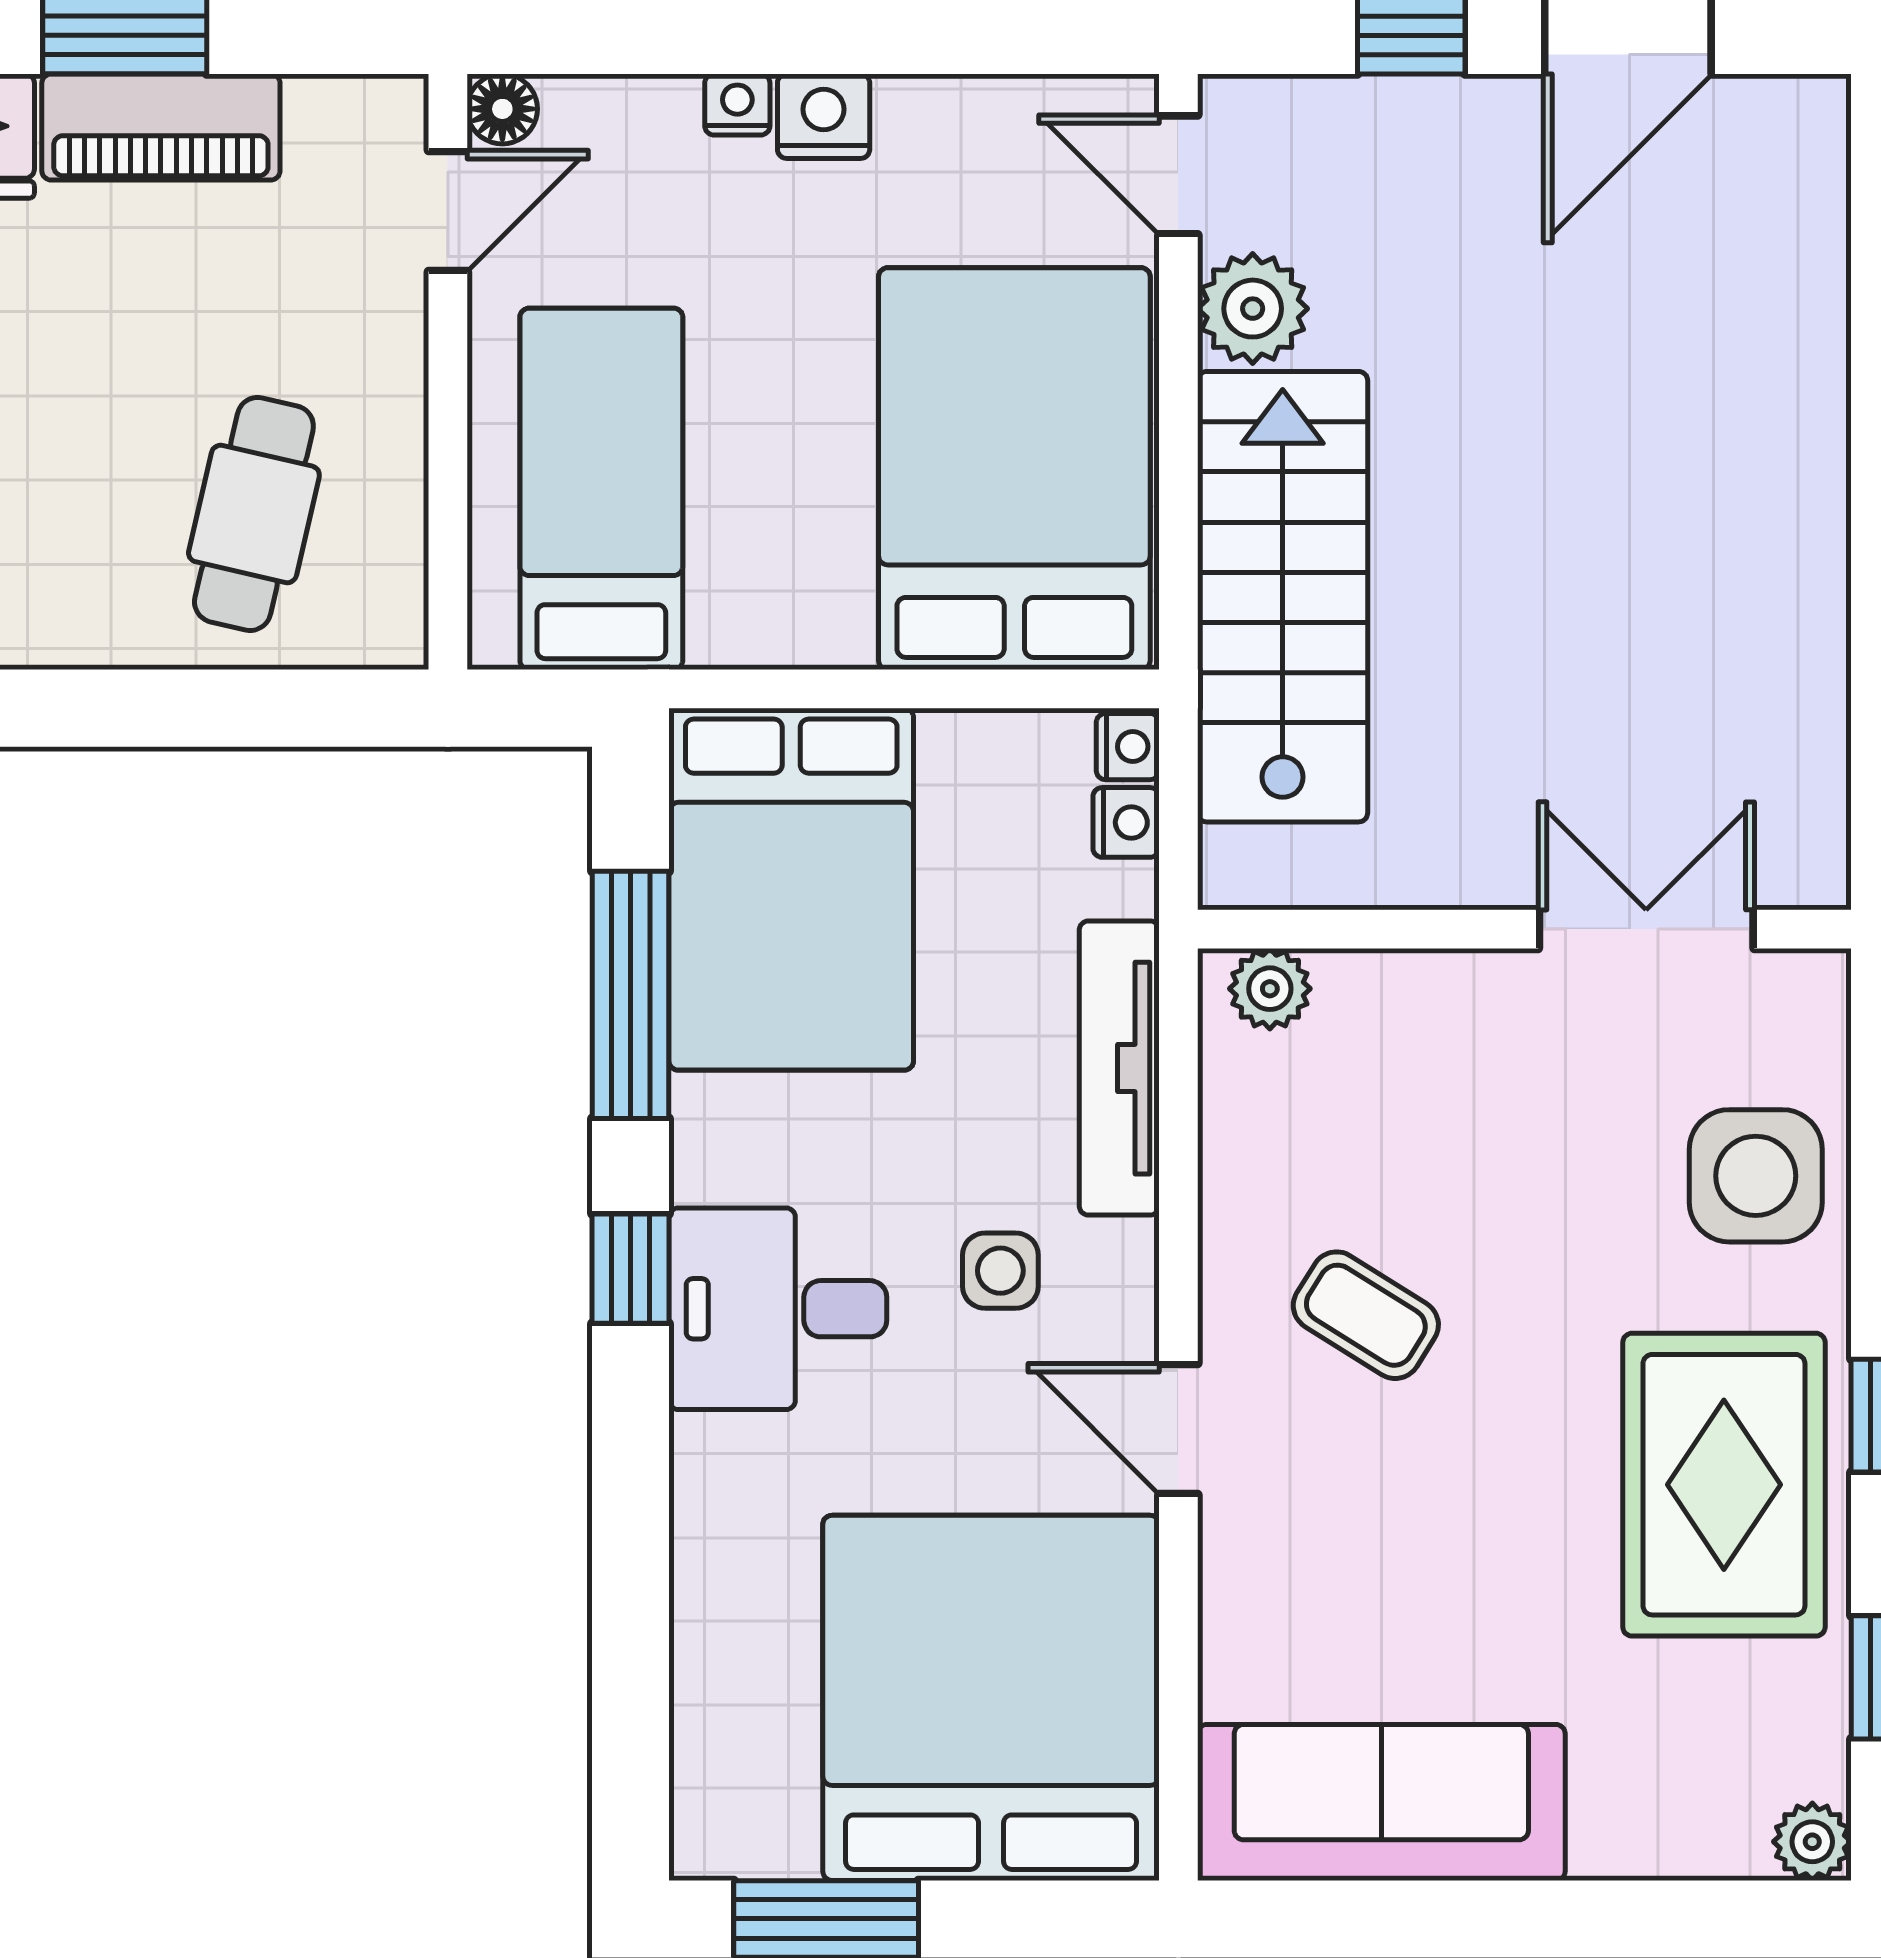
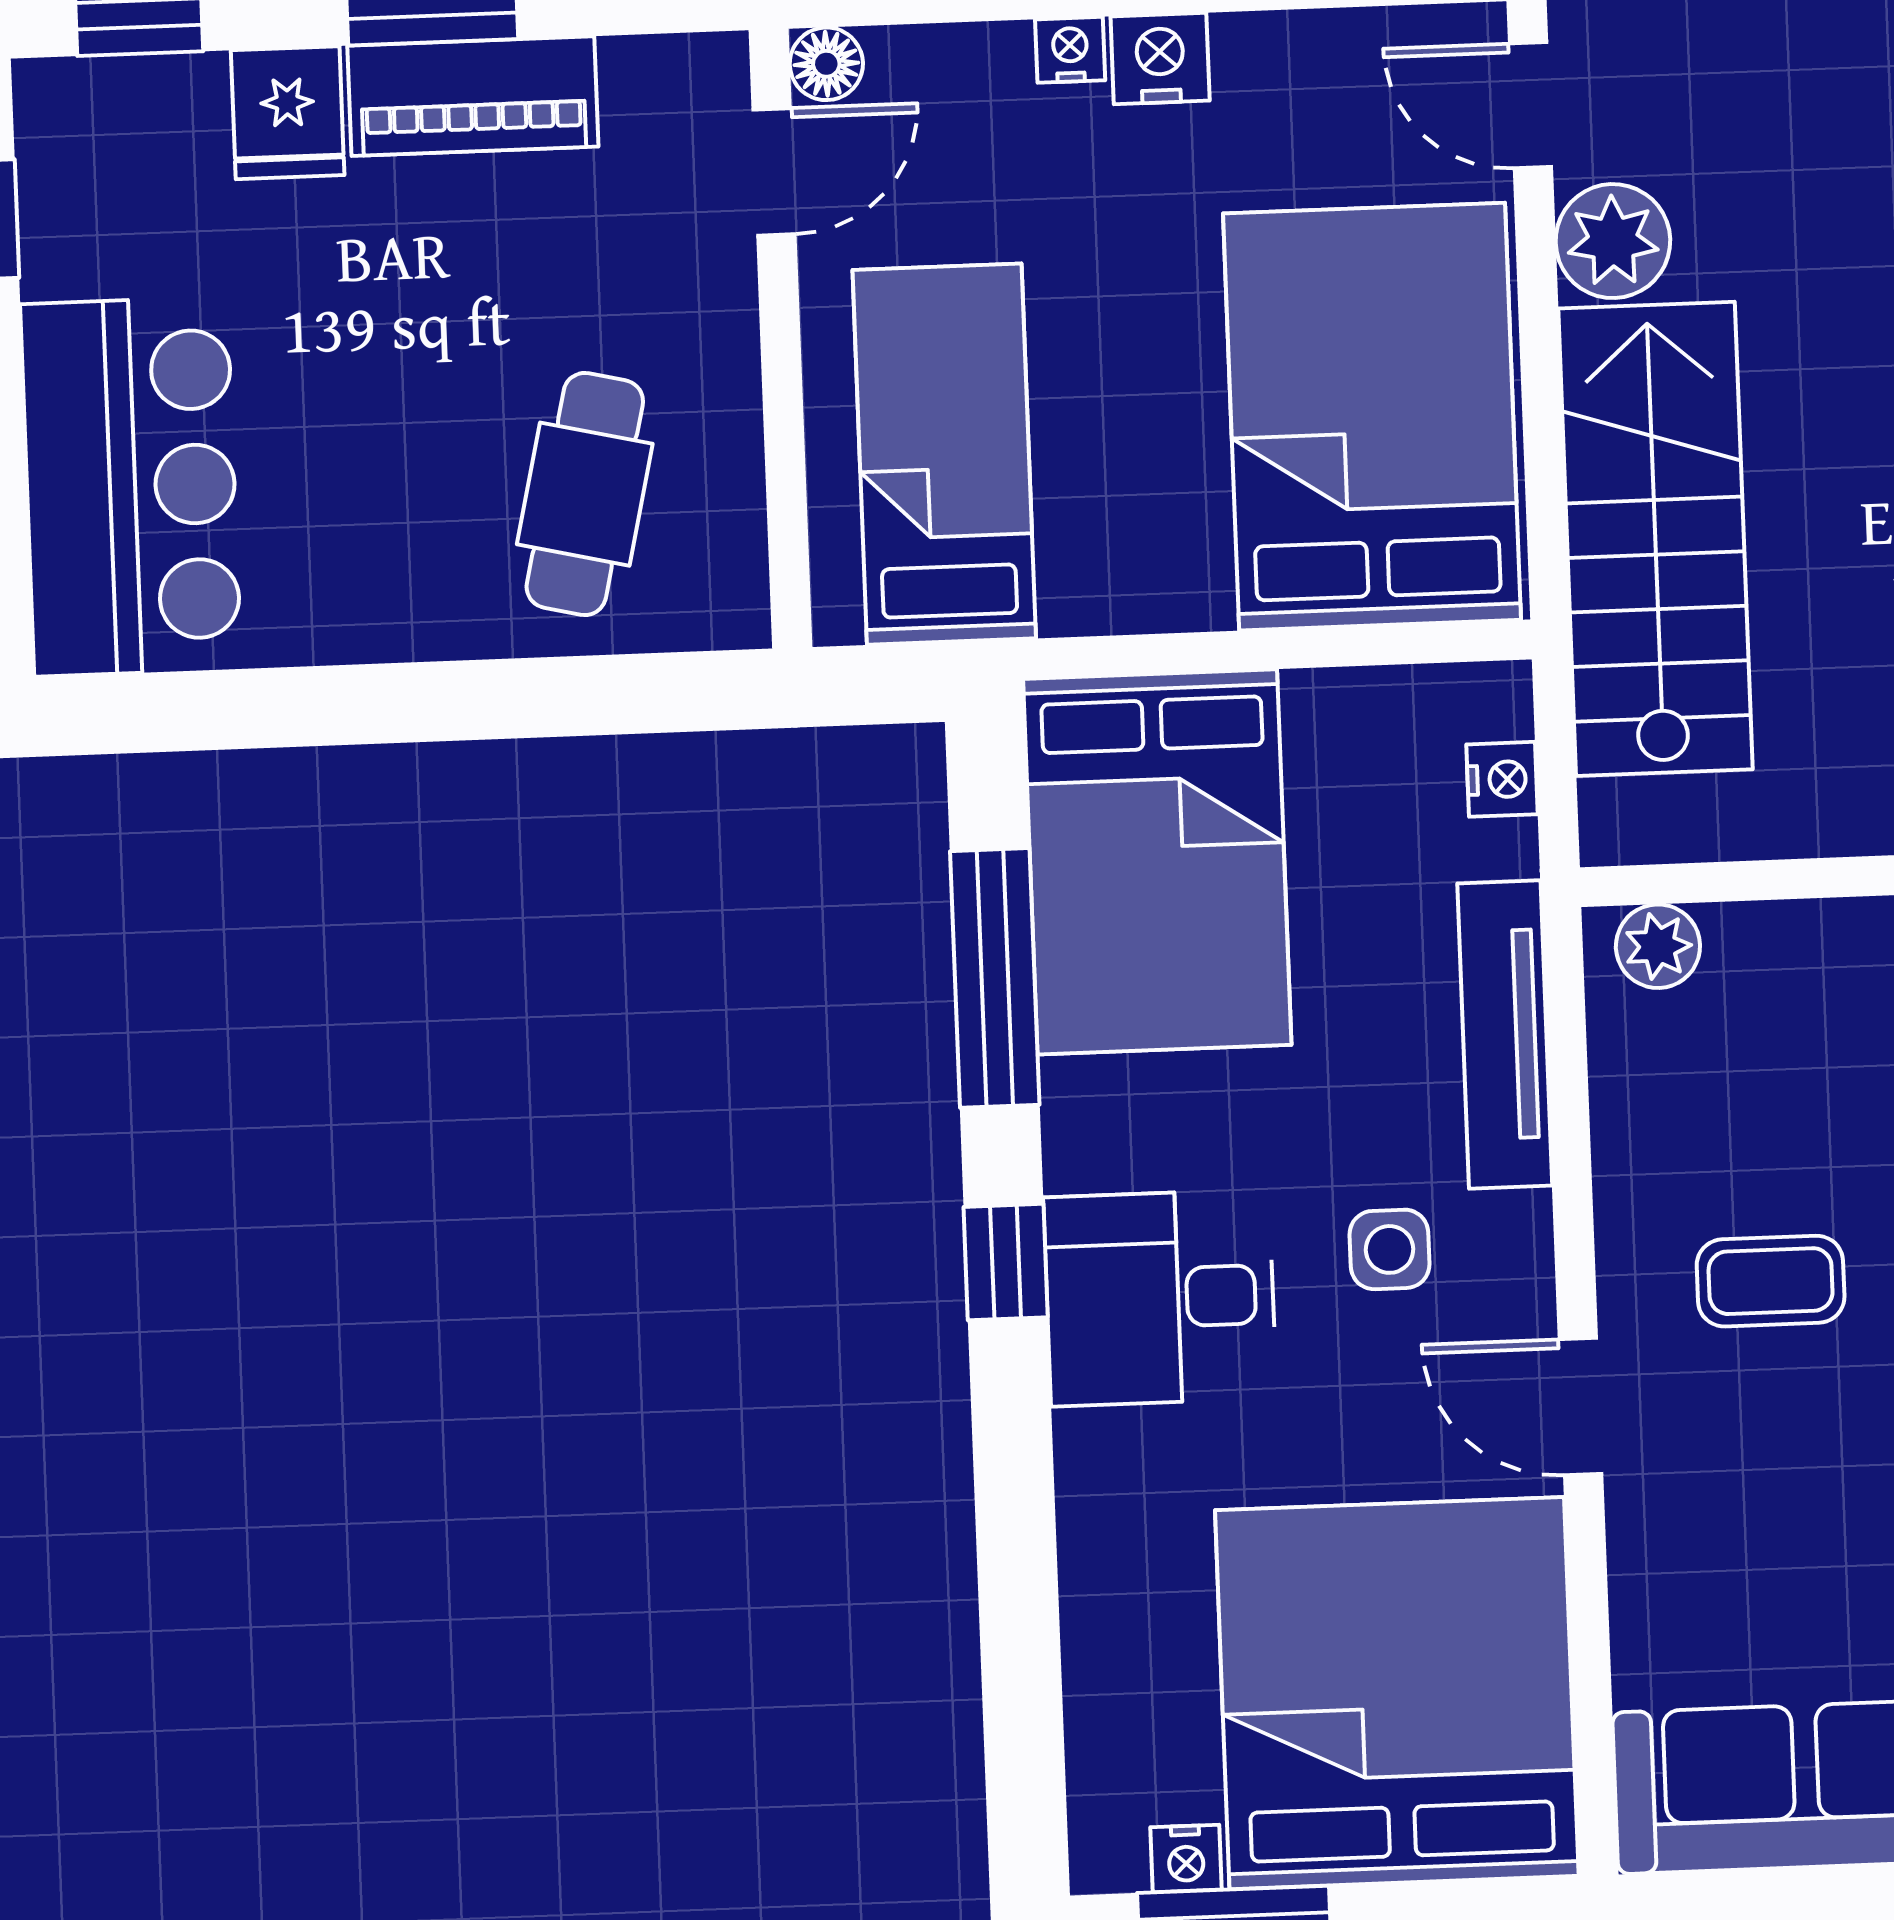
nightstand: (1128, 747) -> (1186, 1858), moved, turned 90
coffee table: (1366, 1315) -> (1771, 1281), turned -32

